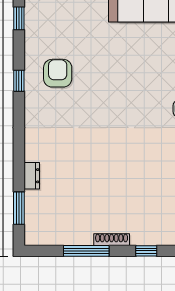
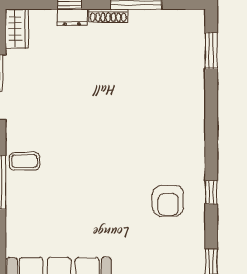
dresser: (32, 176) -> (72, 17), moved, turned -90

